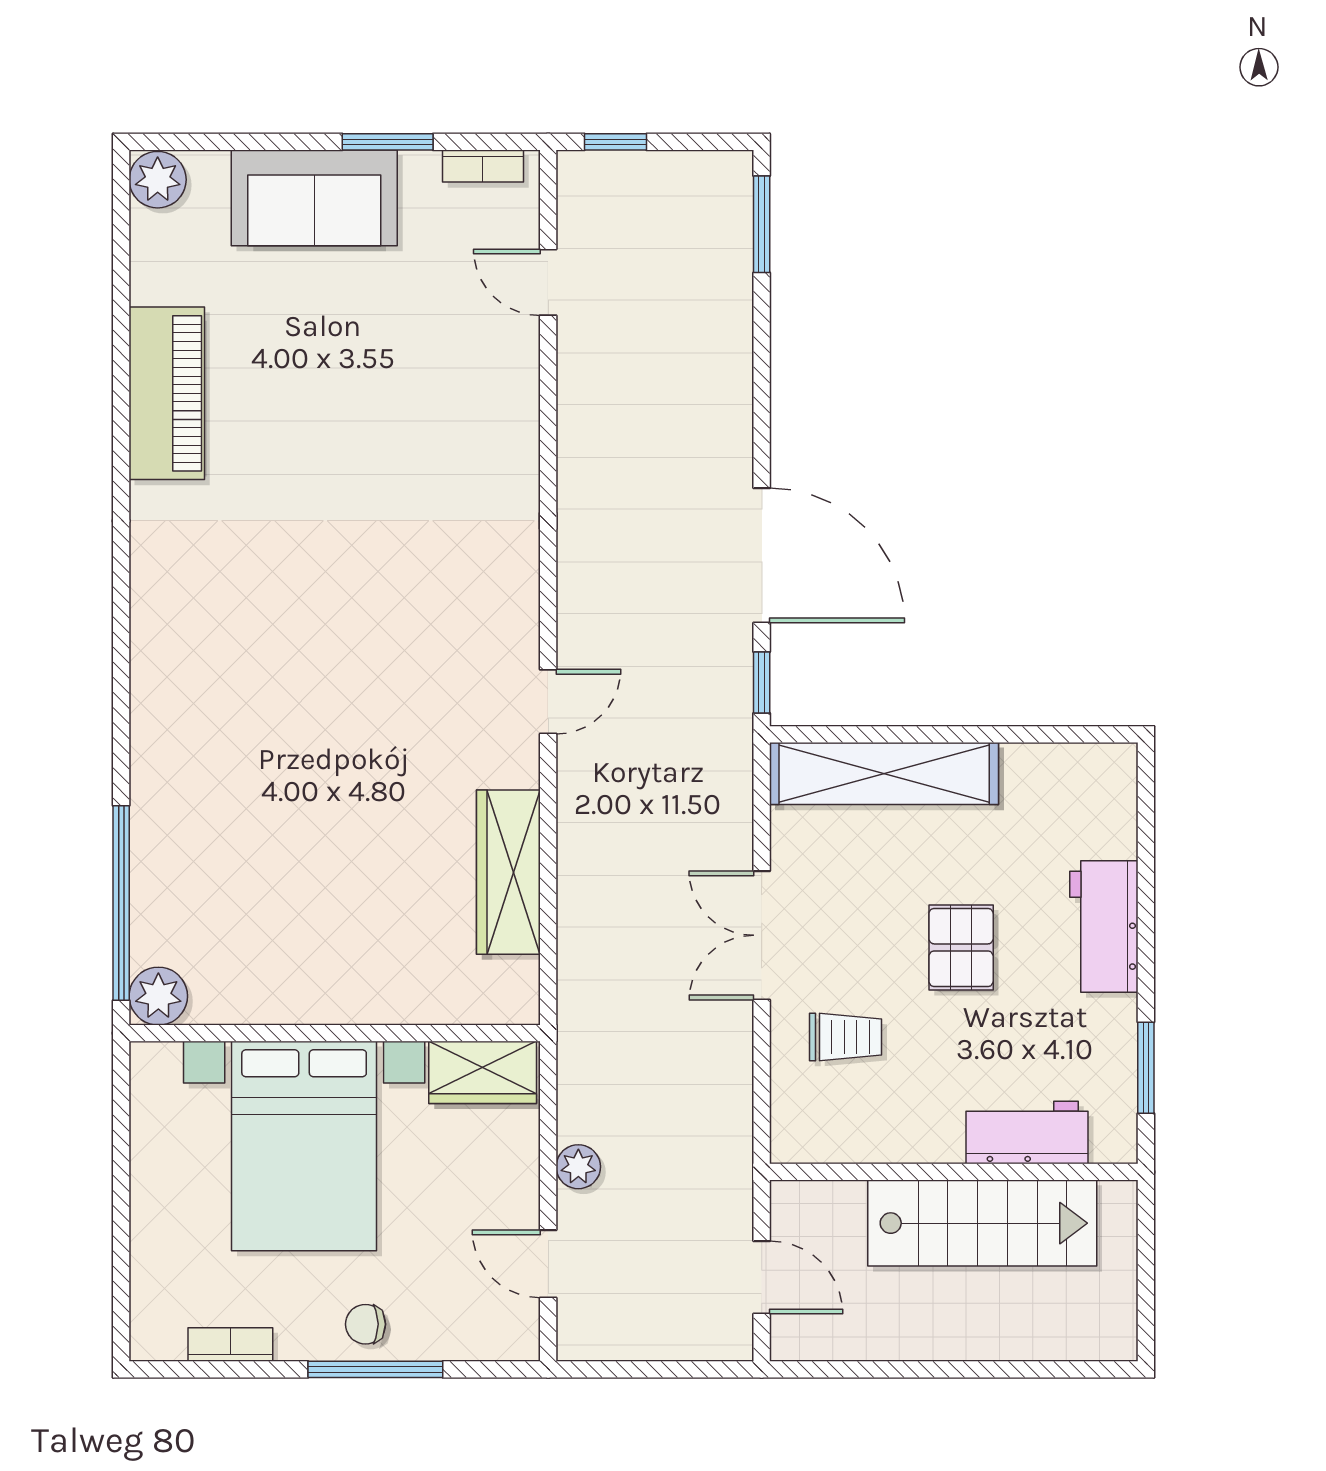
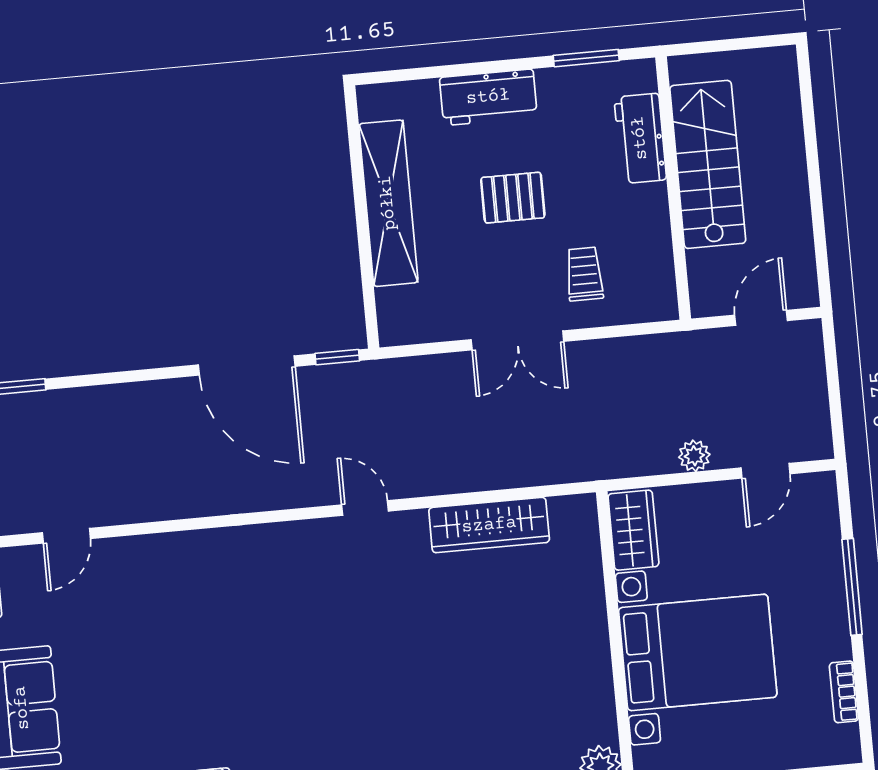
door: (762, 555) -> (247, 366), swing flipped
shelving: (884, 774) -> (388, 203), moved
chair: (366, 1324) -> (821, 597), removed

